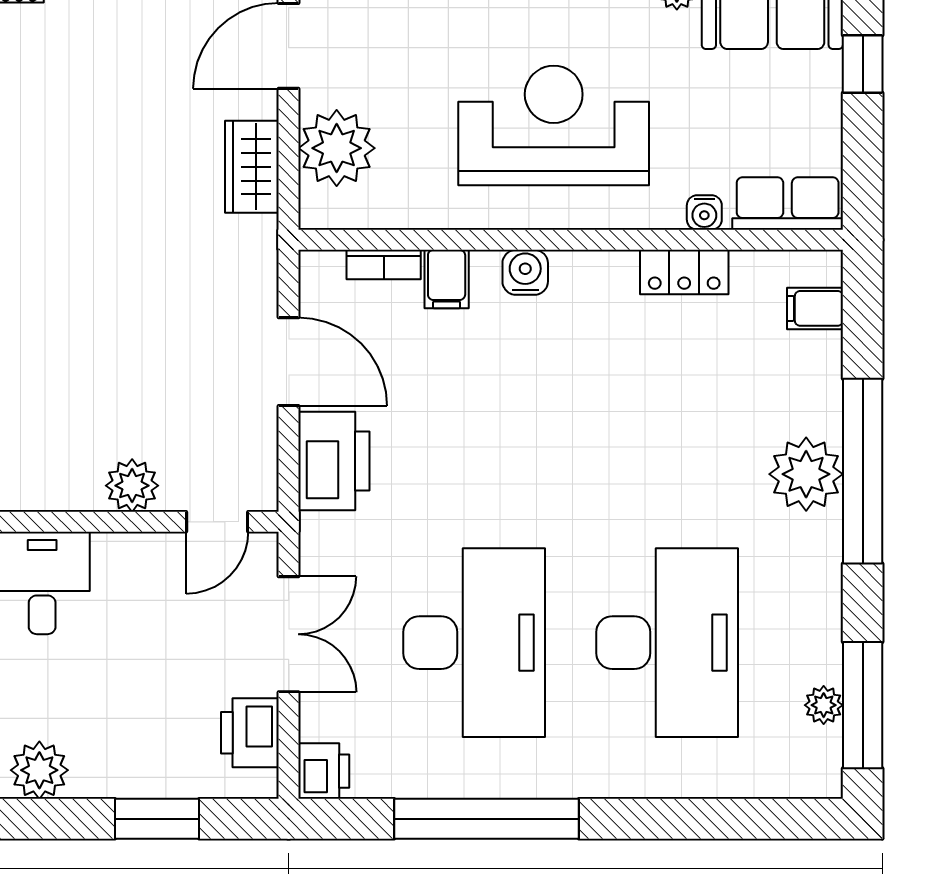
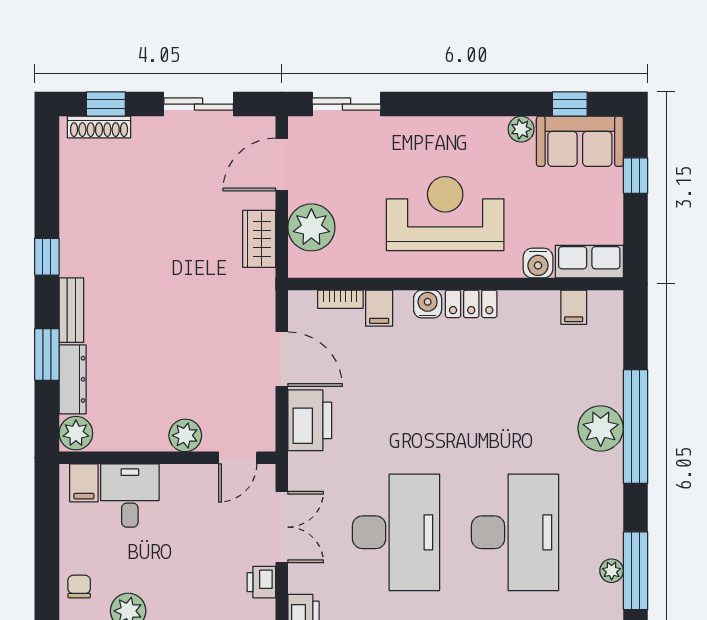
water cooler: (704, 212) -> (538, 263), width x1.38, depth x1.38
locker: (684, 272) -> (471, 304), moved
filing cabinet: (815, 308) -> (574, 307), moved, turned -90
printer: (250, 733) -> (261, 582), width x0.73, depth x0.81

